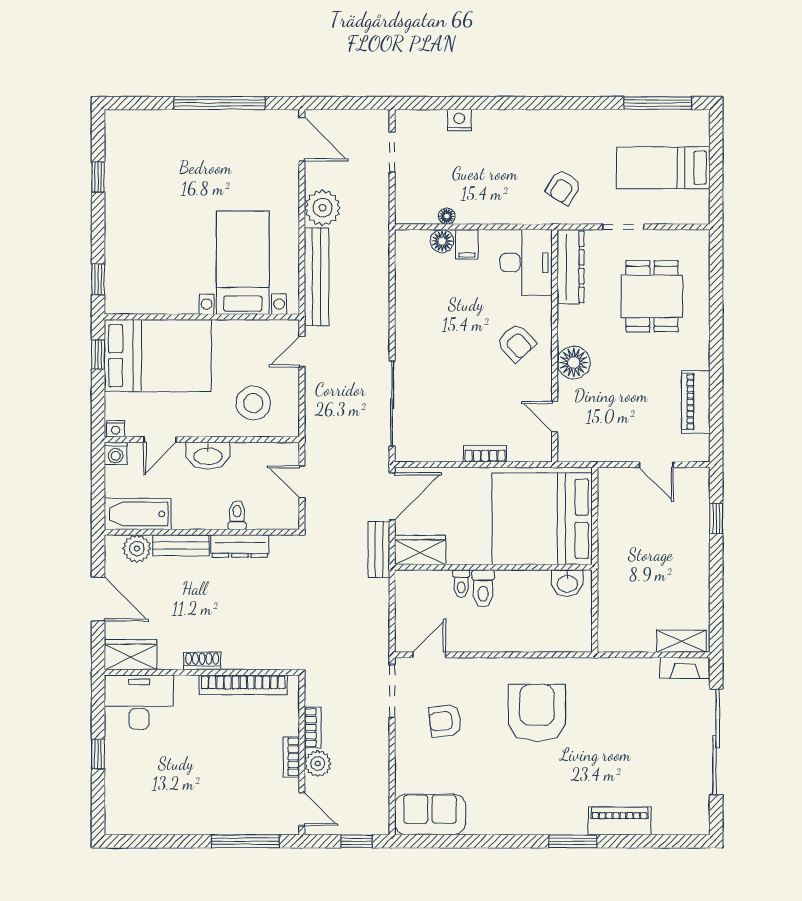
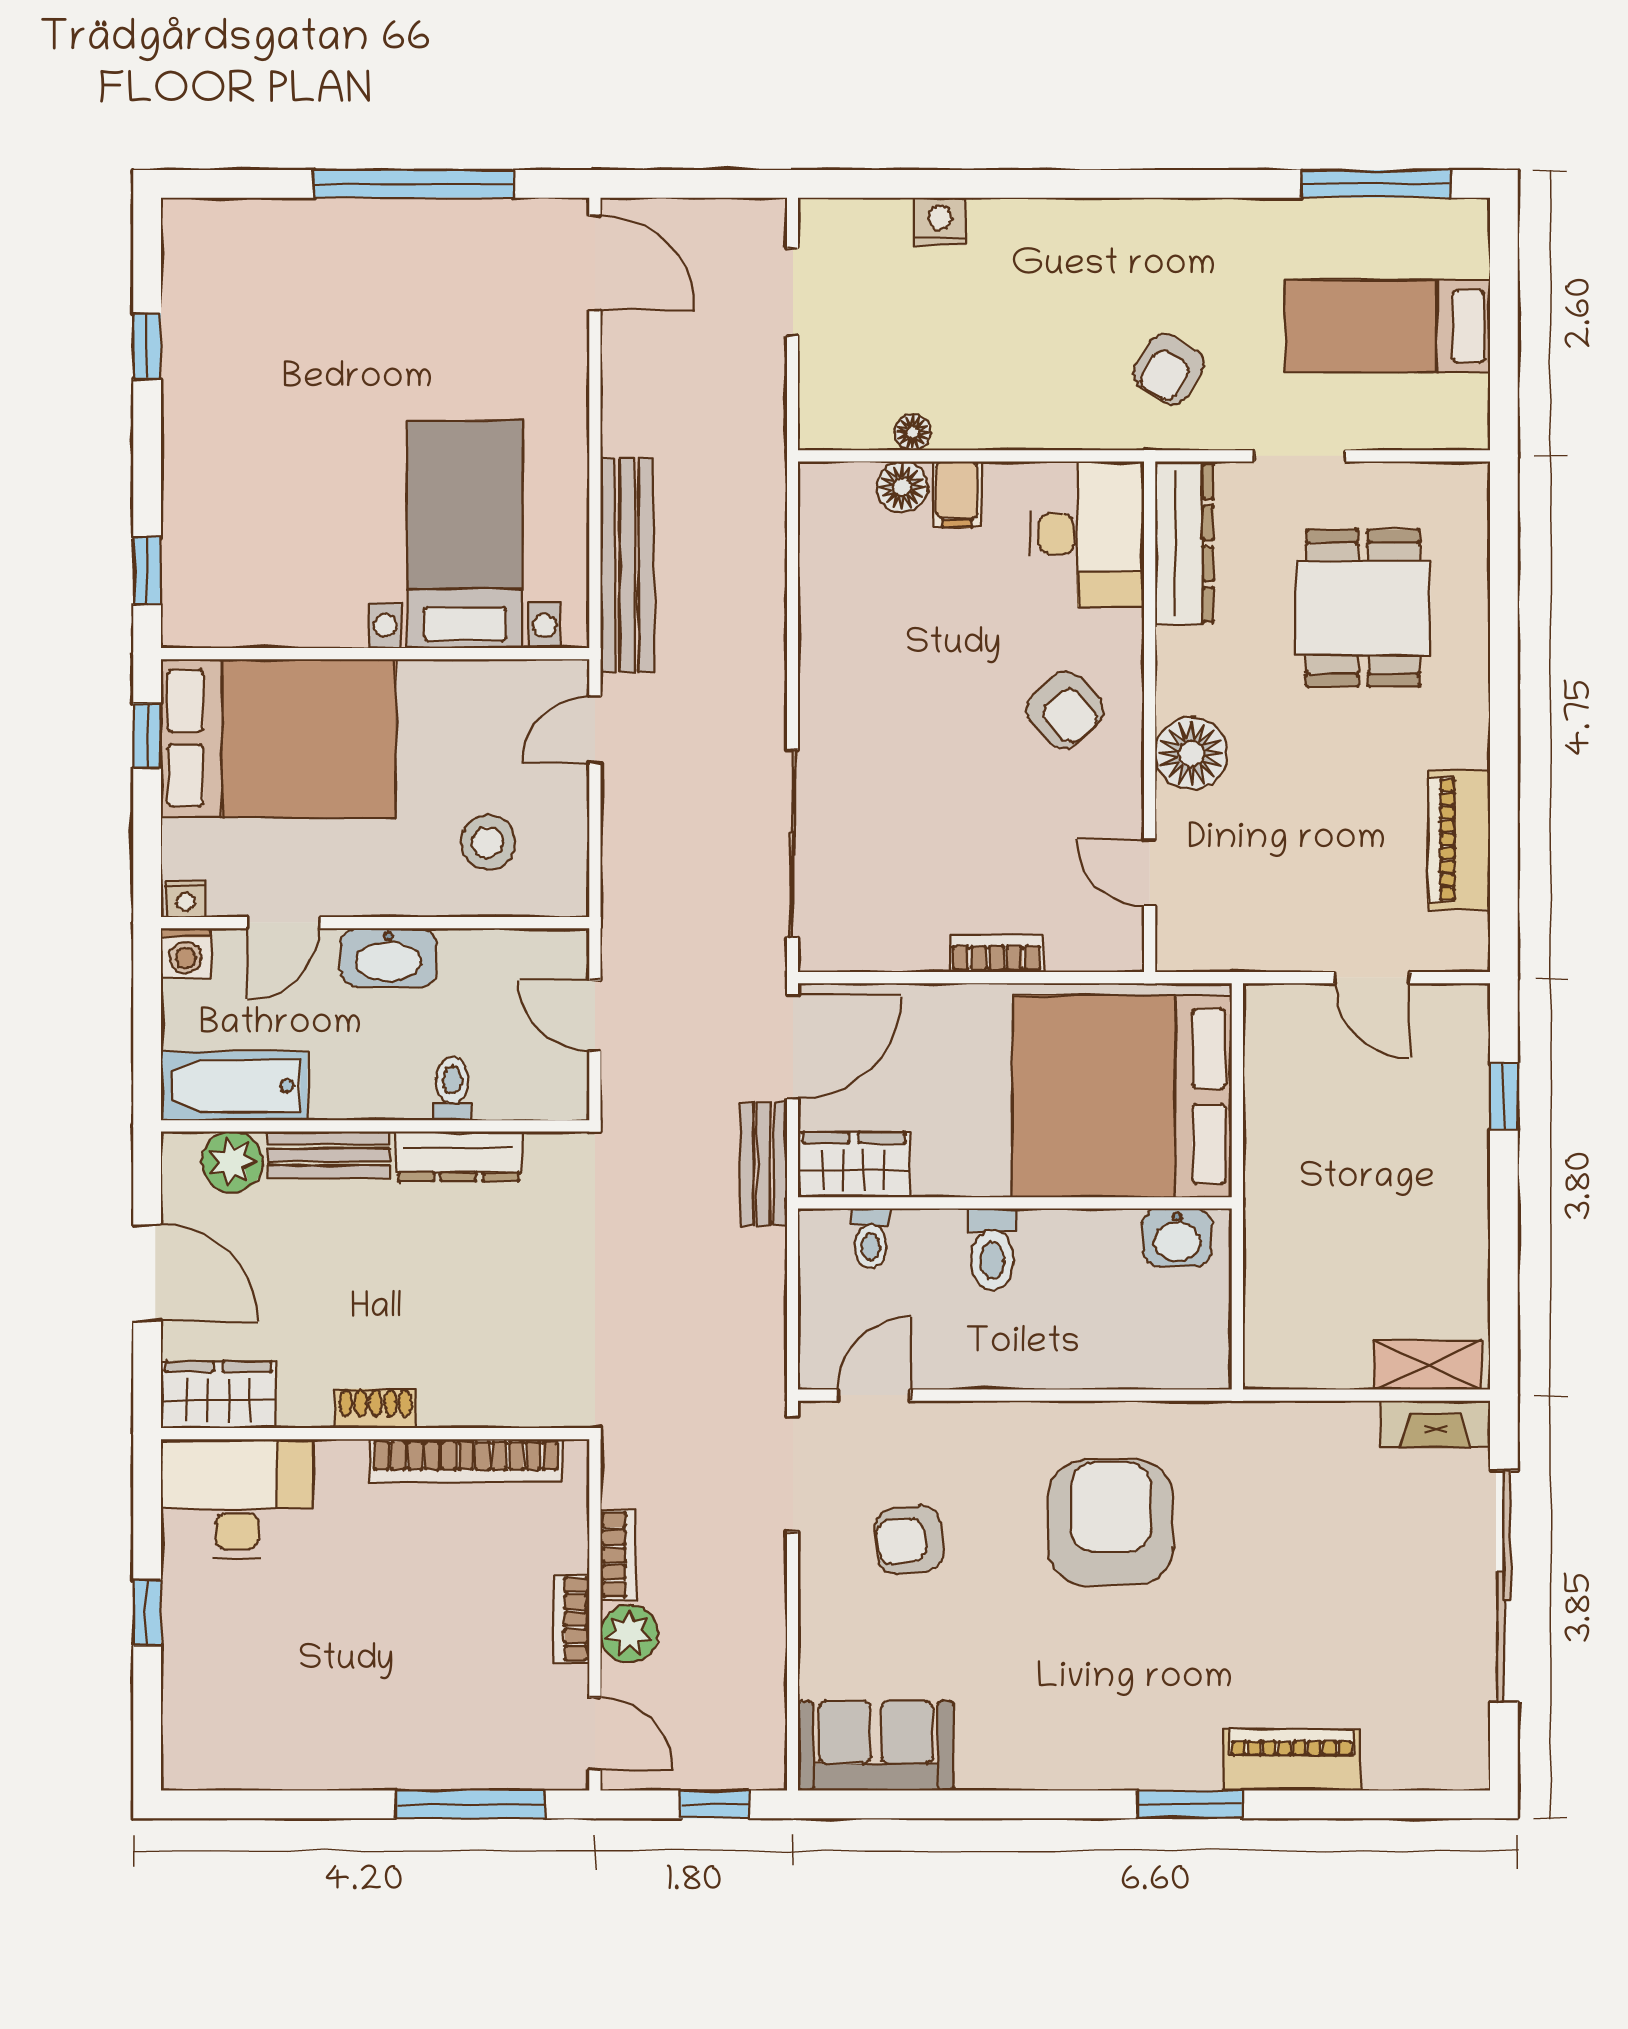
plant: (323, 208) -> (640, 414), removed
stool: (253, 403) -> (488, 842), width x0.73, depth x0.73
toilet: (461, 584) -> (871, 1239), moved

